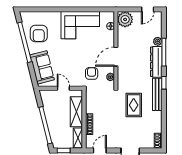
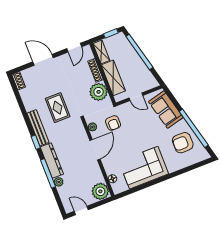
door: (148, 9) -> (81, 210), hinge flipped
armchair: (39, 34) -> (183, 143), turned -90
plant: (94, 105) -> (99, 92), added

